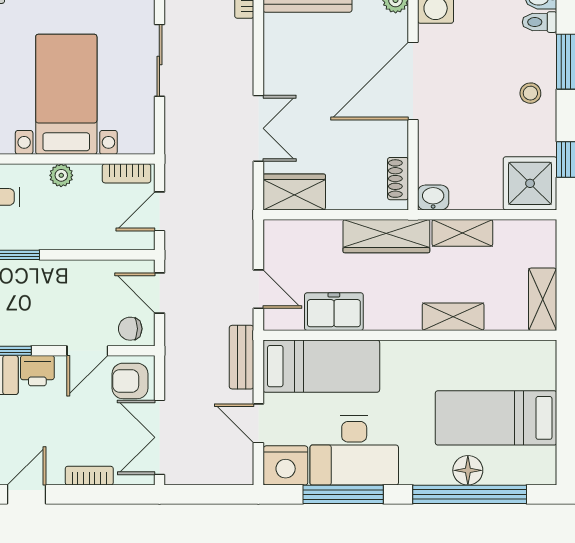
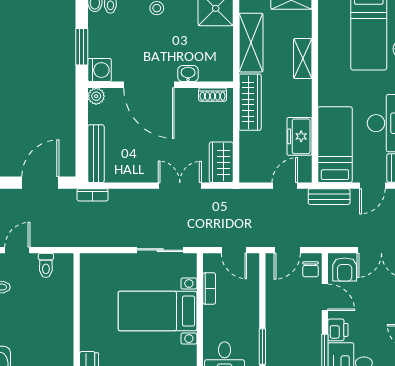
sliding door: (159, 60) -> (160, 250), moved
bookcase: (127, 173) -> (209, 288), moved
plant: (61, 175) -> (210, 314), removed
washbasin: (433, 198) -> (188, 74), moved, turned 90
shelving: (462, 233) -> (251, 43), width x1.50, depth x1.33

